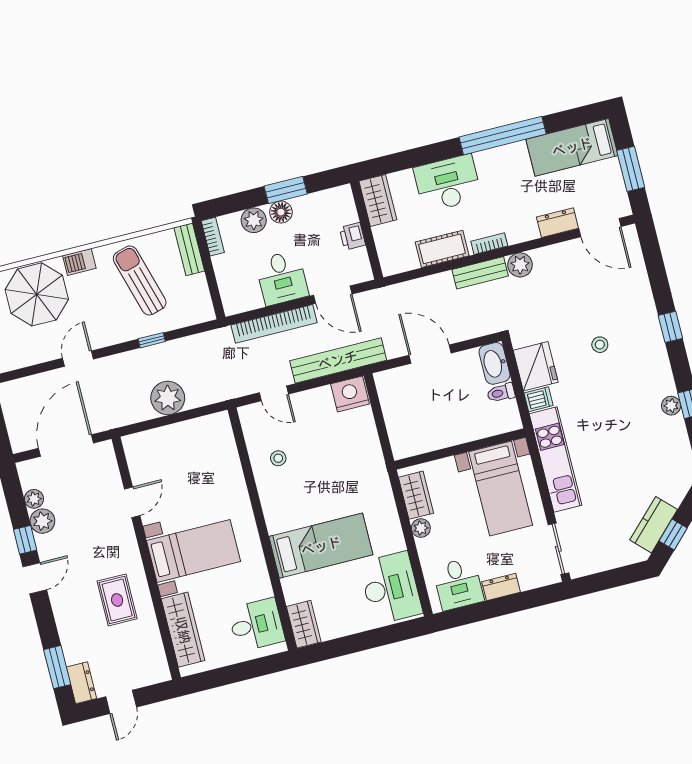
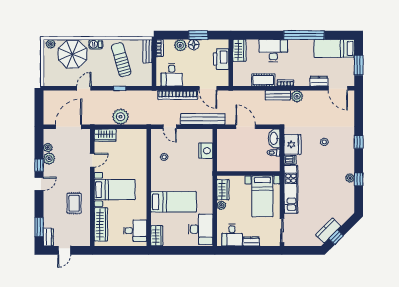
printer: (352, 236) -> (221, 59), width x1.87, depth x1.48
desk: (282, 278) -> (172, 75), moved
nightstand: (350, 394) -> (206, 151), moved, turned 90
wardrobe: (146, 444) -> (105, 135), added

